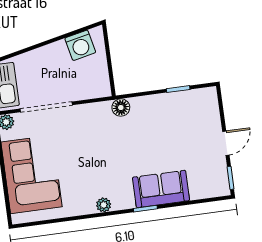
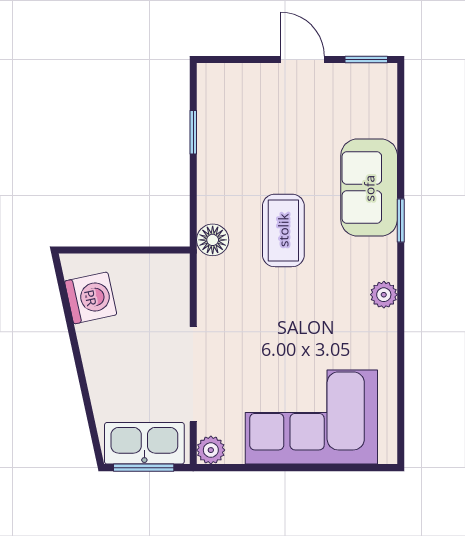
coffee table: (131, 145) -> (283, 230), added

